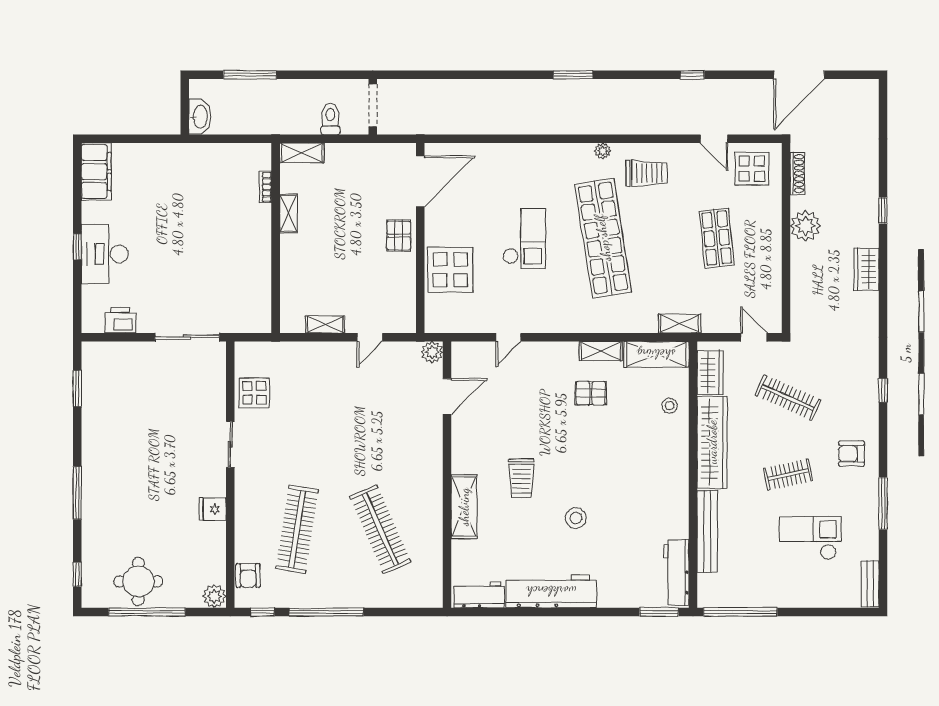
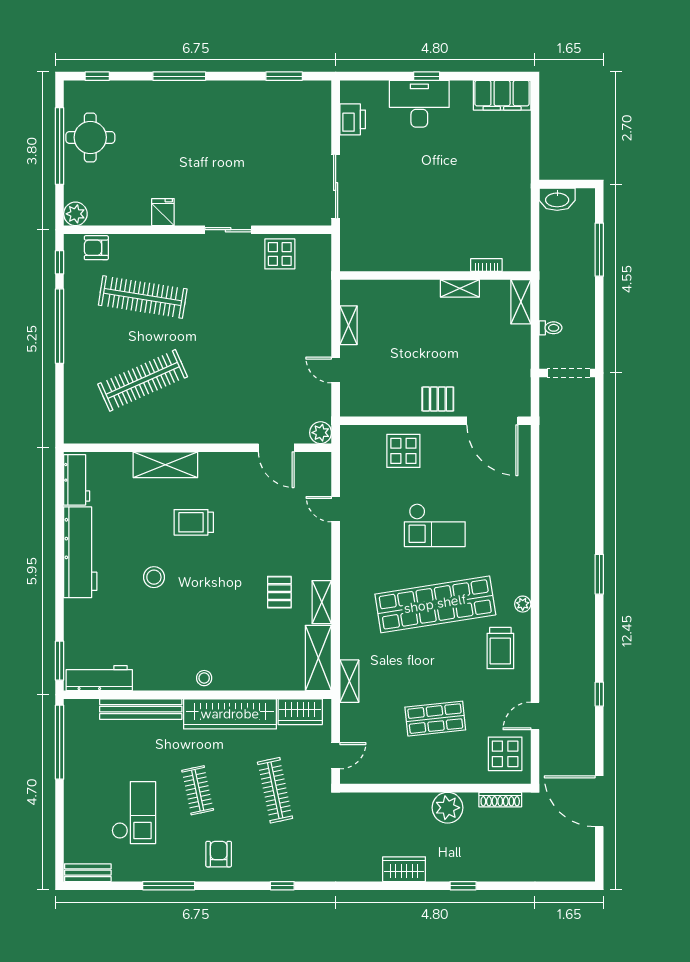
toilet: (330, 119) -> (550, 328), width x0.73, depth x0.72
display table: (450, 270) -> (403, 451), width x0.73, depth x0.73
clothes rail: (788, 398) -> (275, 790), turned -36
stool: (670, 406) -> (204, 678), moved

